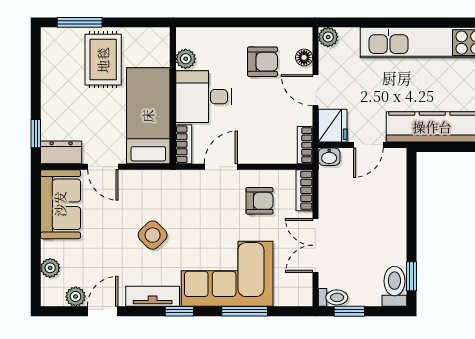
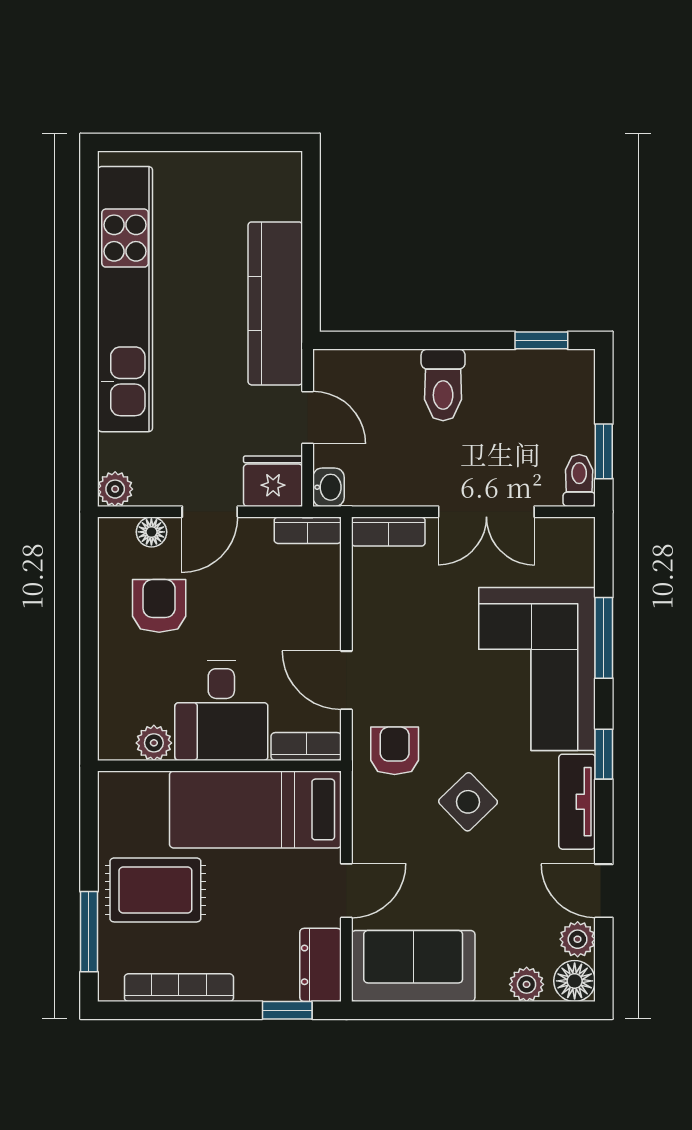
bookcase: (48, 73) -> (179, 988), added
armchair: (260, 201) -> (395, 751), moved
toilet: (394, 286) -> (443, 385), moved, turned -90
floor lamp: (52, 295) -> (575, 981), added

